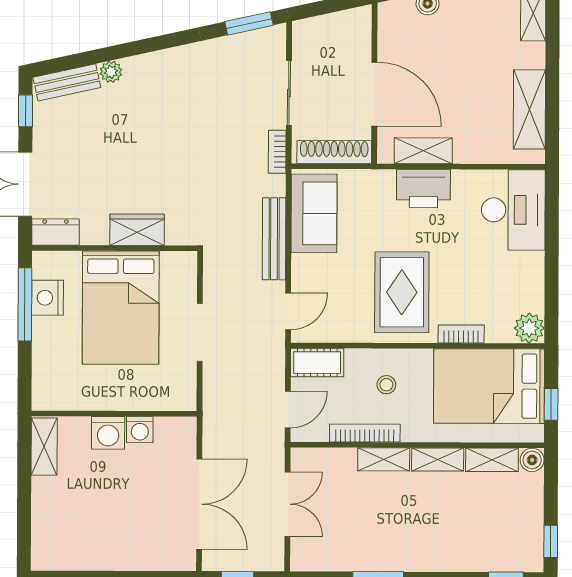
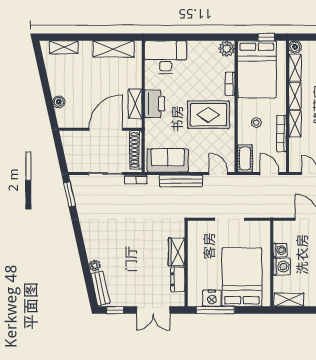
dresser: (56, 232) -> (178, 279), moved
bed: (121, 308) -> (242, 277), moved, turned -90

